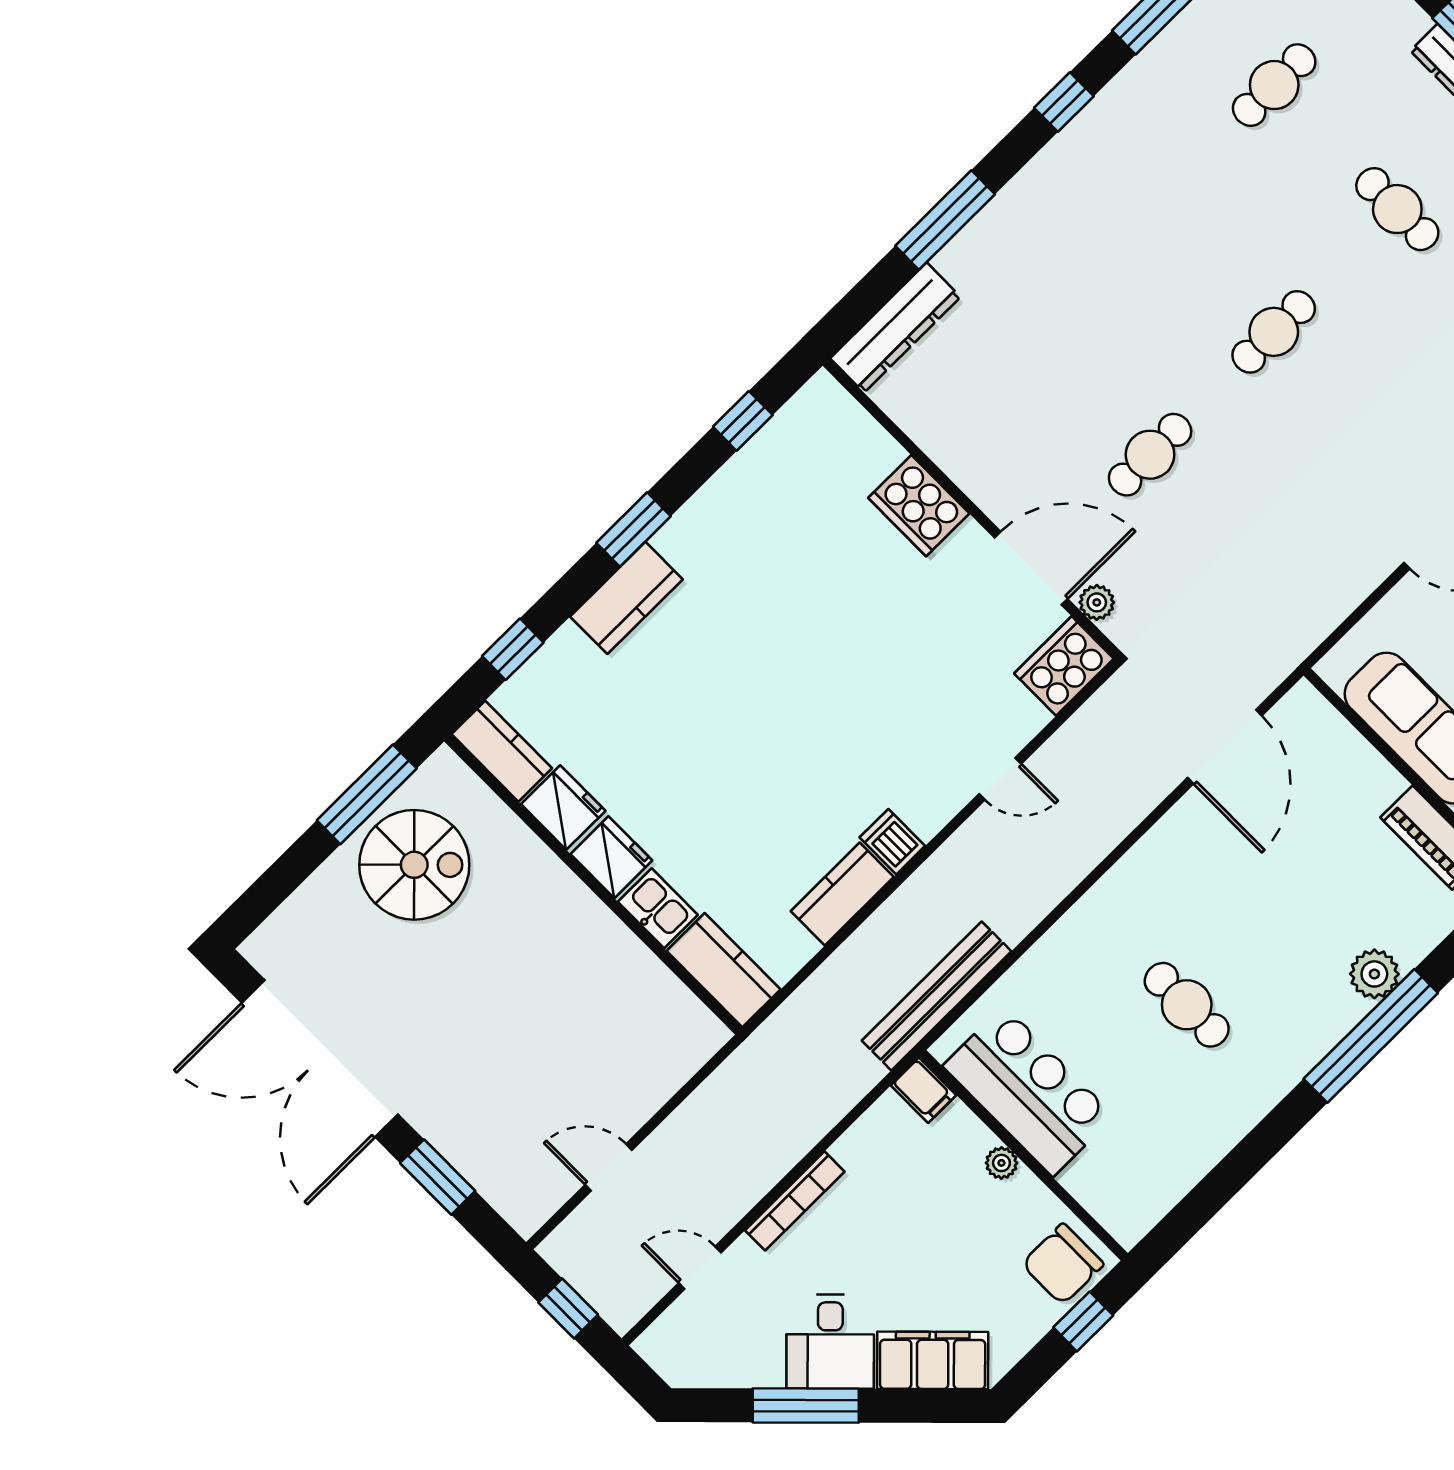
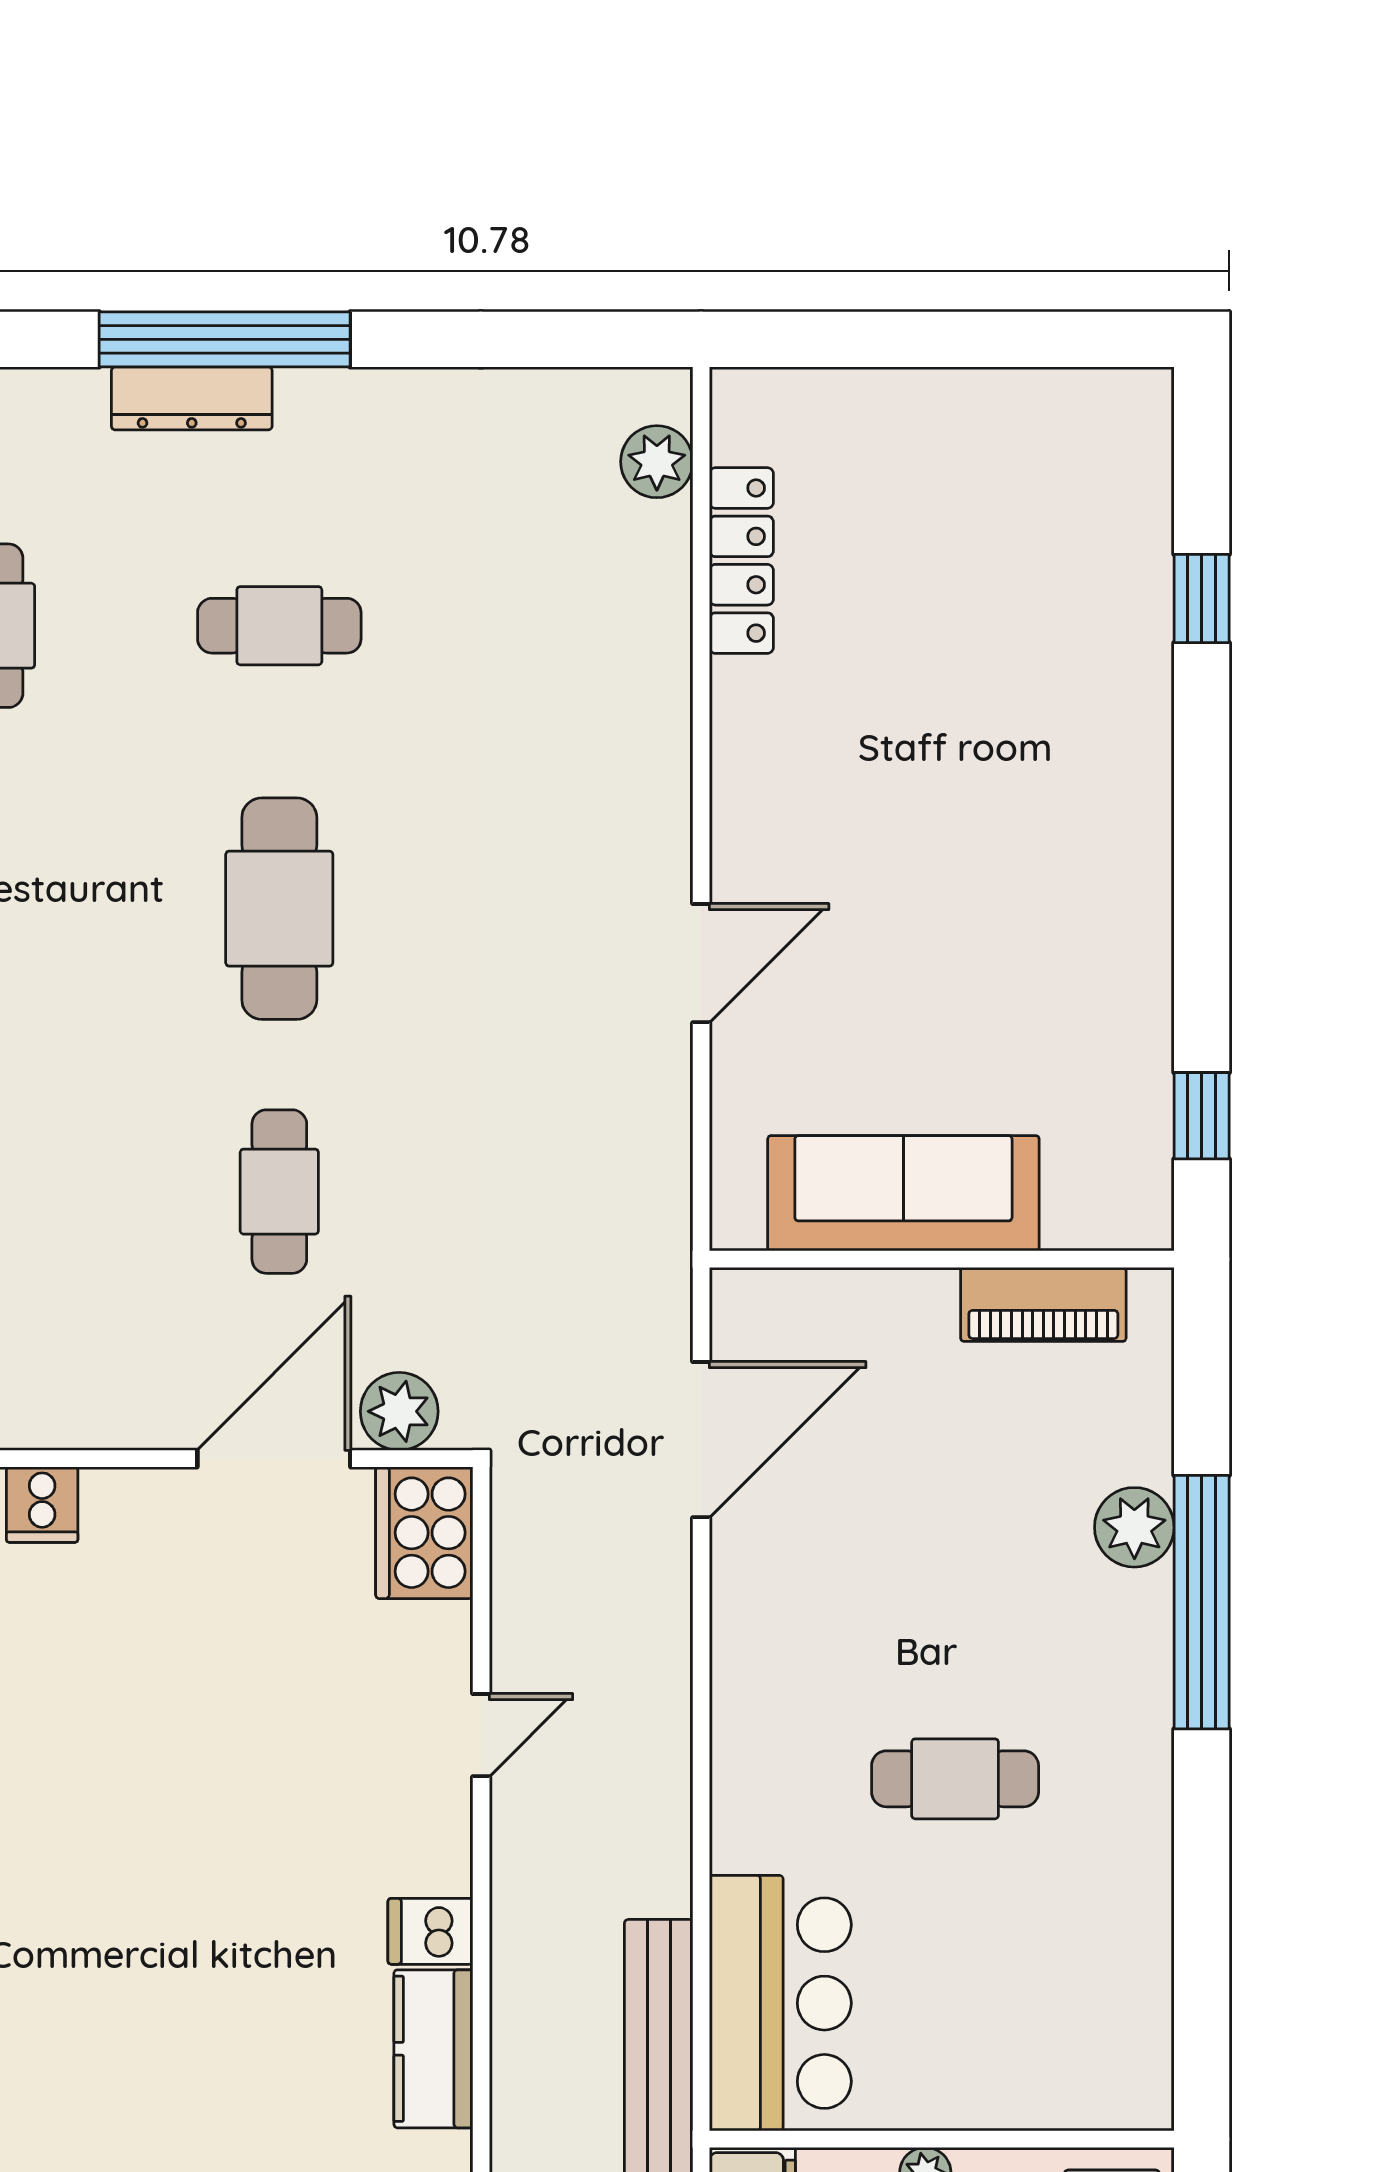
cafe table: (1274, 332) -> (279, 909), width x1.37, depth x1.35
cooker: (919, 506) -> (42, 1505), width x0.53, depth x0.76
plant: (1097, 602) -> (399, 1411), width x1.38, depth x1.38
door: (1225, 747) -> (701, 1440), hinge flipped
bar counter: (1028, 1091) -> (780, 2003), moved, turned 90

